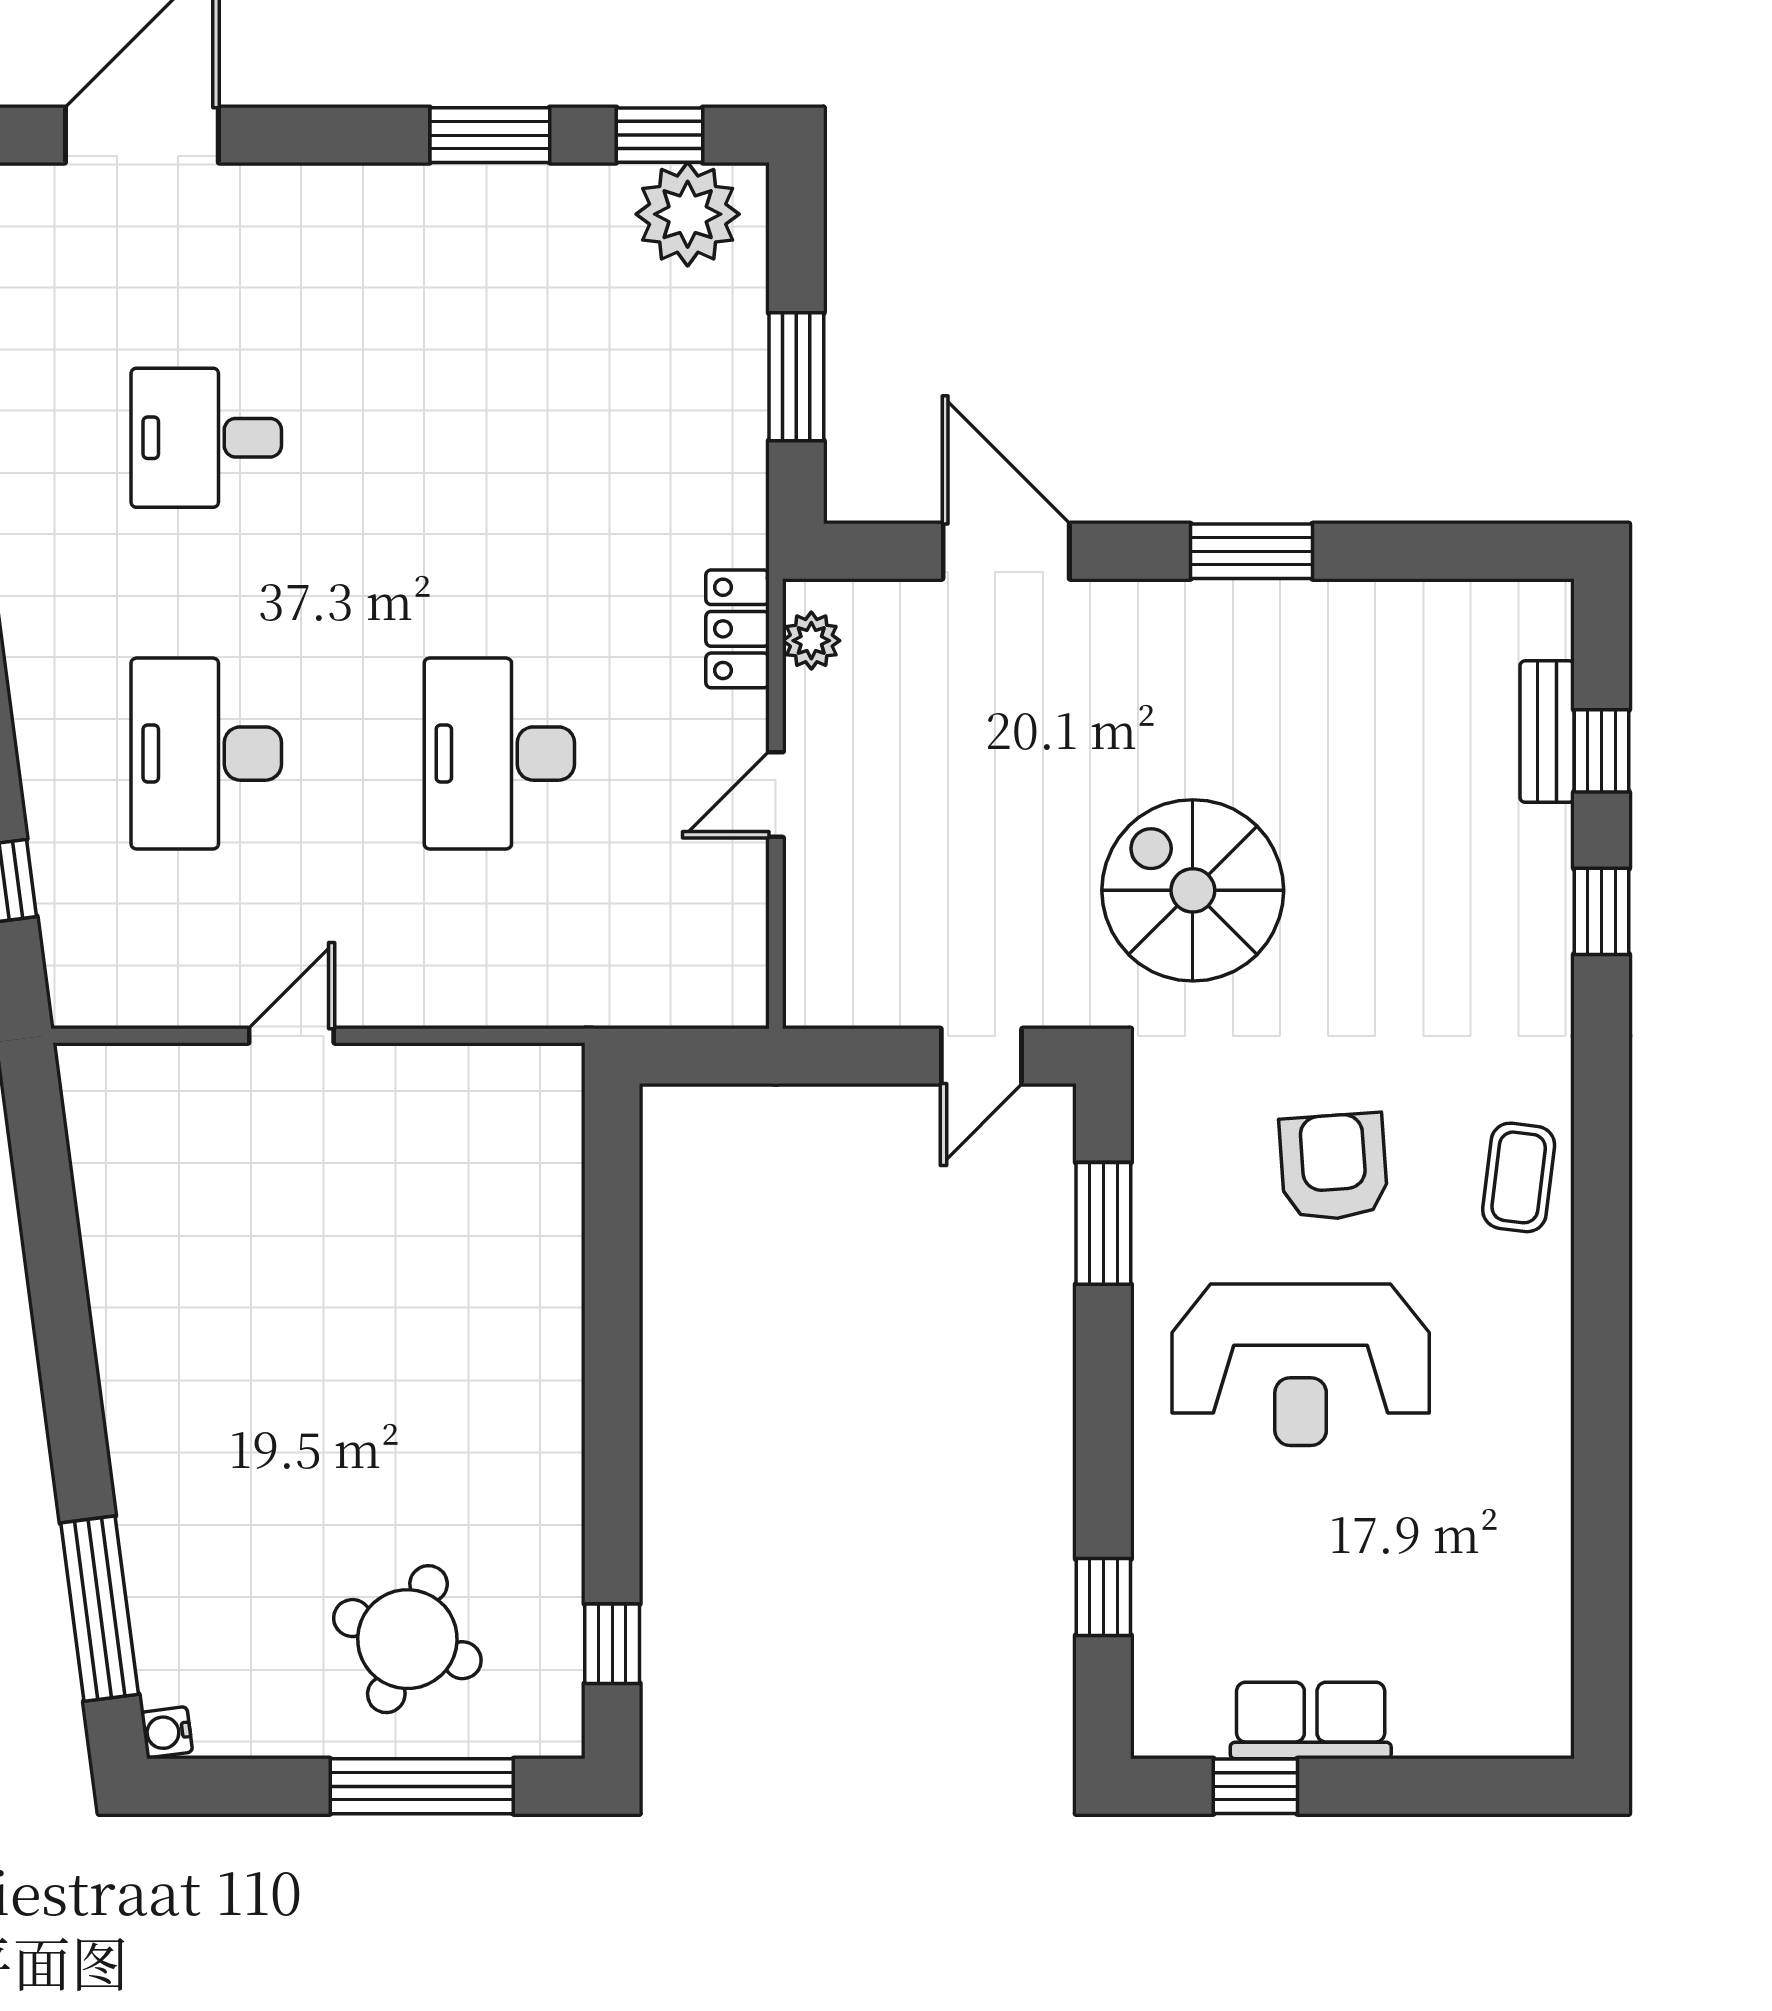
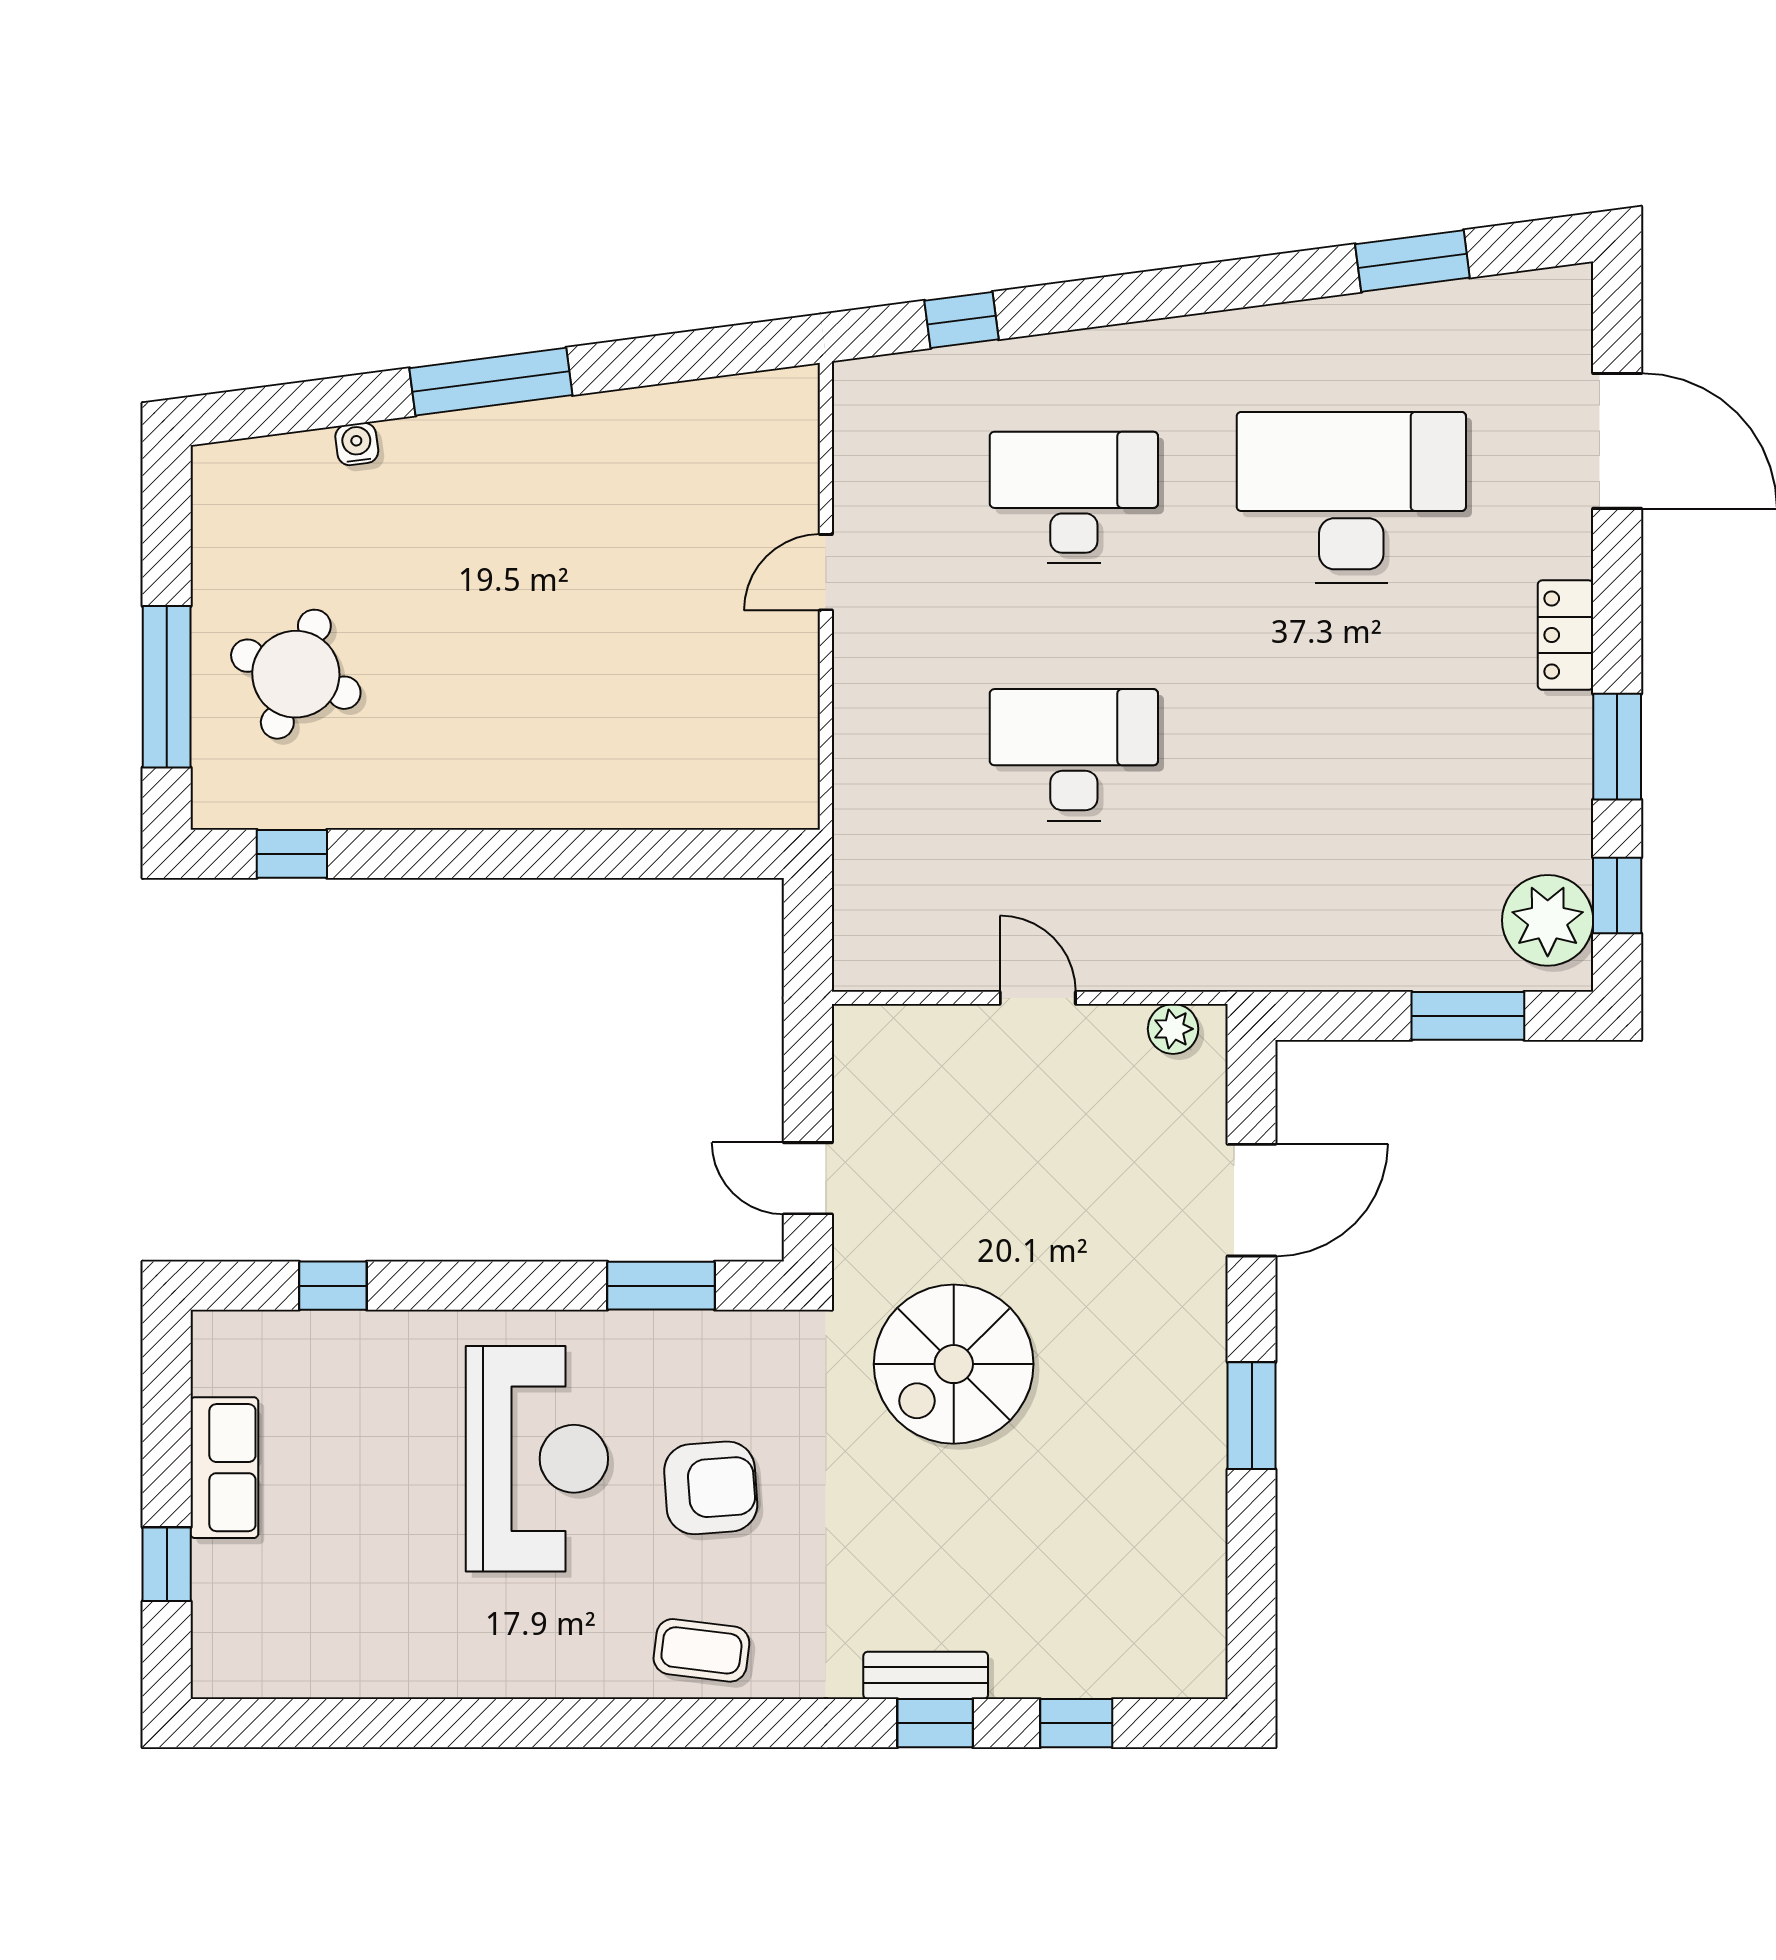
window: (796, 377) -> (1468, 1016), moved
desk: (206, 438) -> (1351, 497), width x1.87, depth x1.30
locker: (738, 629) -> (1566, 635), moved, turned -90
bench: (1547, 732) -> (926, 1675), moved
spiral stairs: (1193, 890) -> (954, 1364), turned 180
door: (291, 1036) -> (826, 572), swing flipped
reception desk: (1301, 1365) -> (537, 1459), turned 180
window: (100, 1609) -> (491, 382), moved
water cooler: (167, 1732) -> (357, 444), moved
window: (1255, 1786) -> (167, 1564), moved

